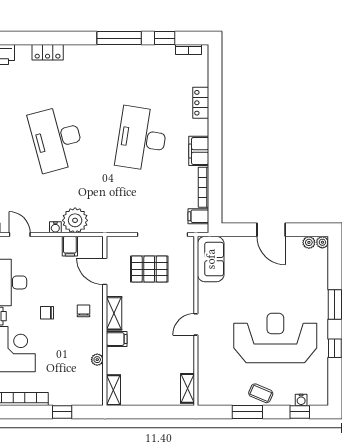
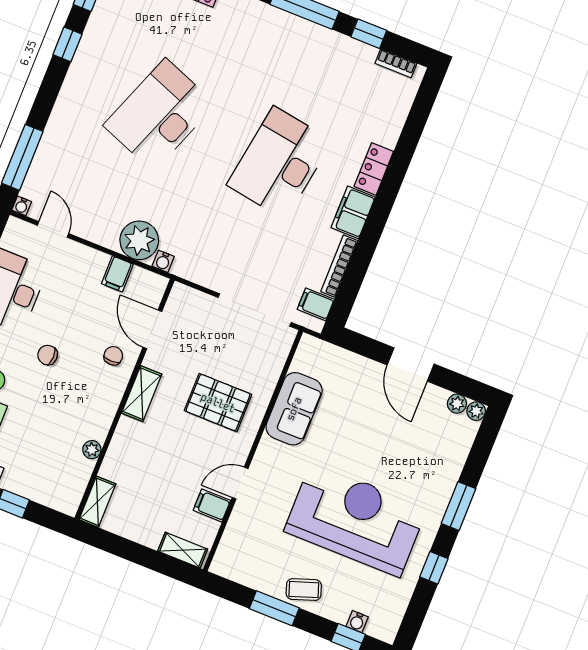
locker: (201, 103) -> (374, 169), moved
desk: (57, 139) -> (159, 115), turned 36
water cooler: (55, 227) -> (163, 261), moved
sofa: (211, 259) -> (294, 409), moved
pallet: (149, 269) -> (218, 403), moved
chair: (84, 311) -> (113, 356), moved
door: (196, 324) -> (240, 483), moved
filing cabinet: (117, 339) -> (212, 505), moved, turned 180
shelving: (188, 388) -> (183, 550), moved, turned 90
coffee table: (261, 393) -> (304, 590), turned -42

